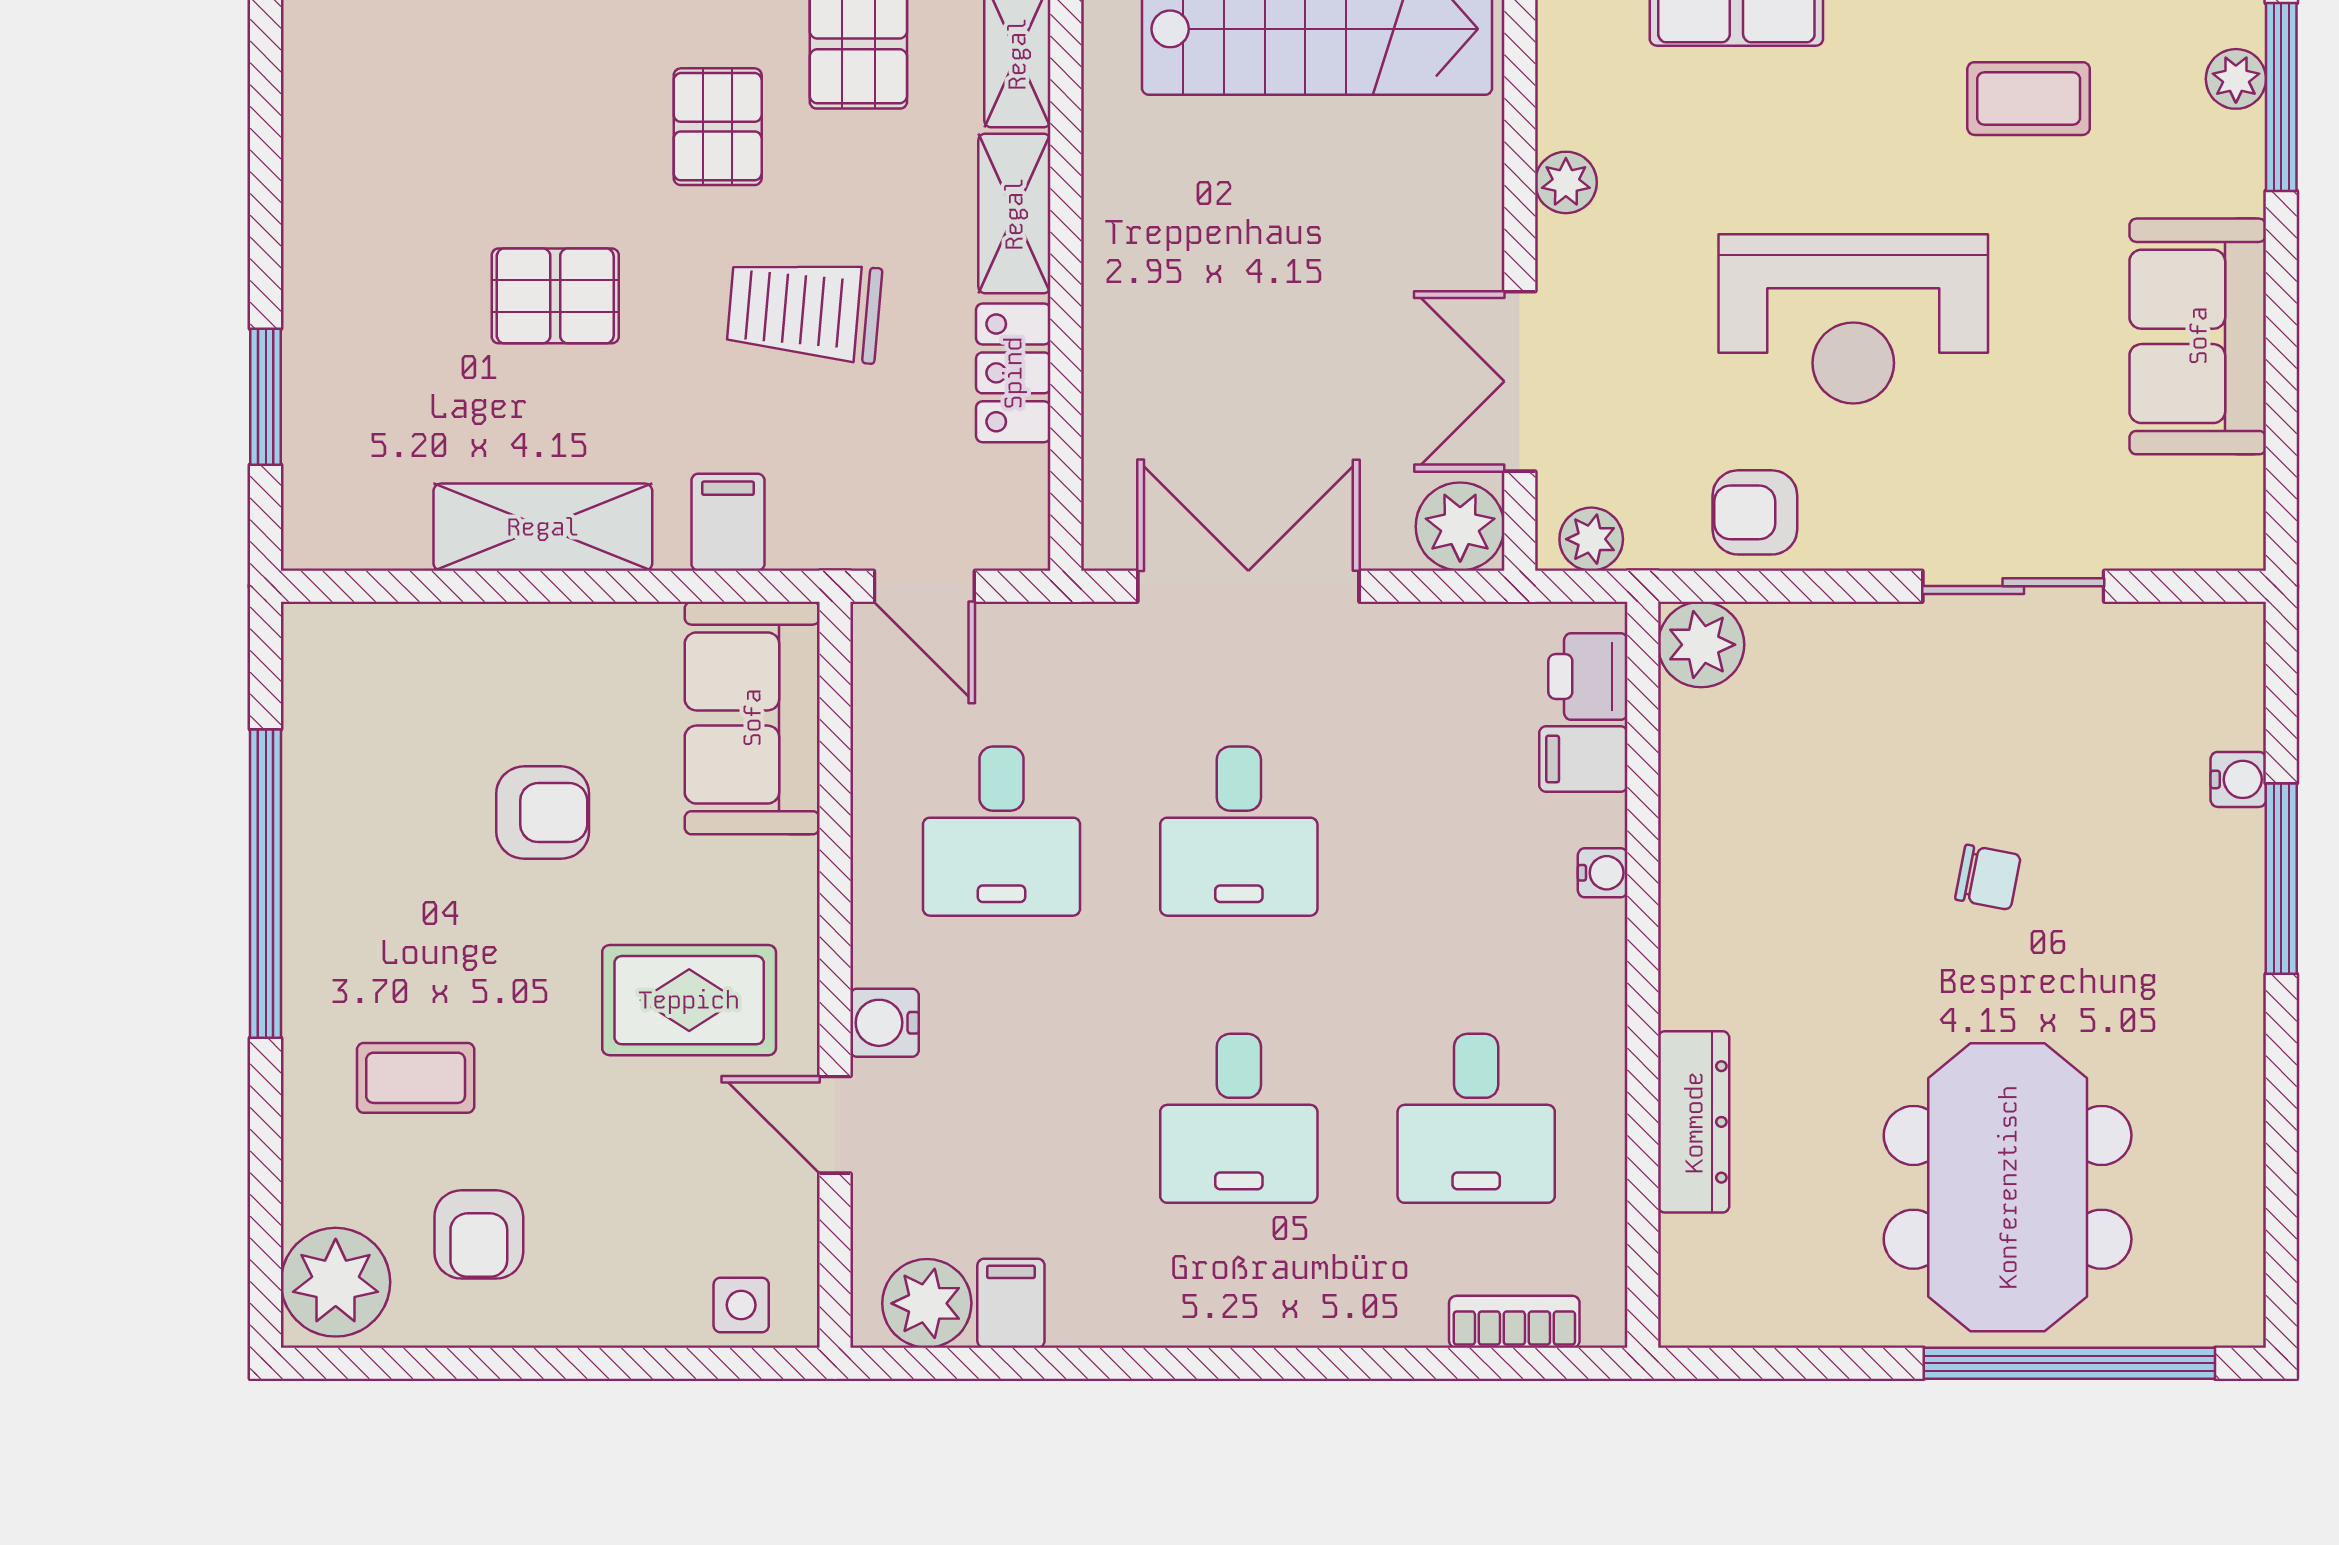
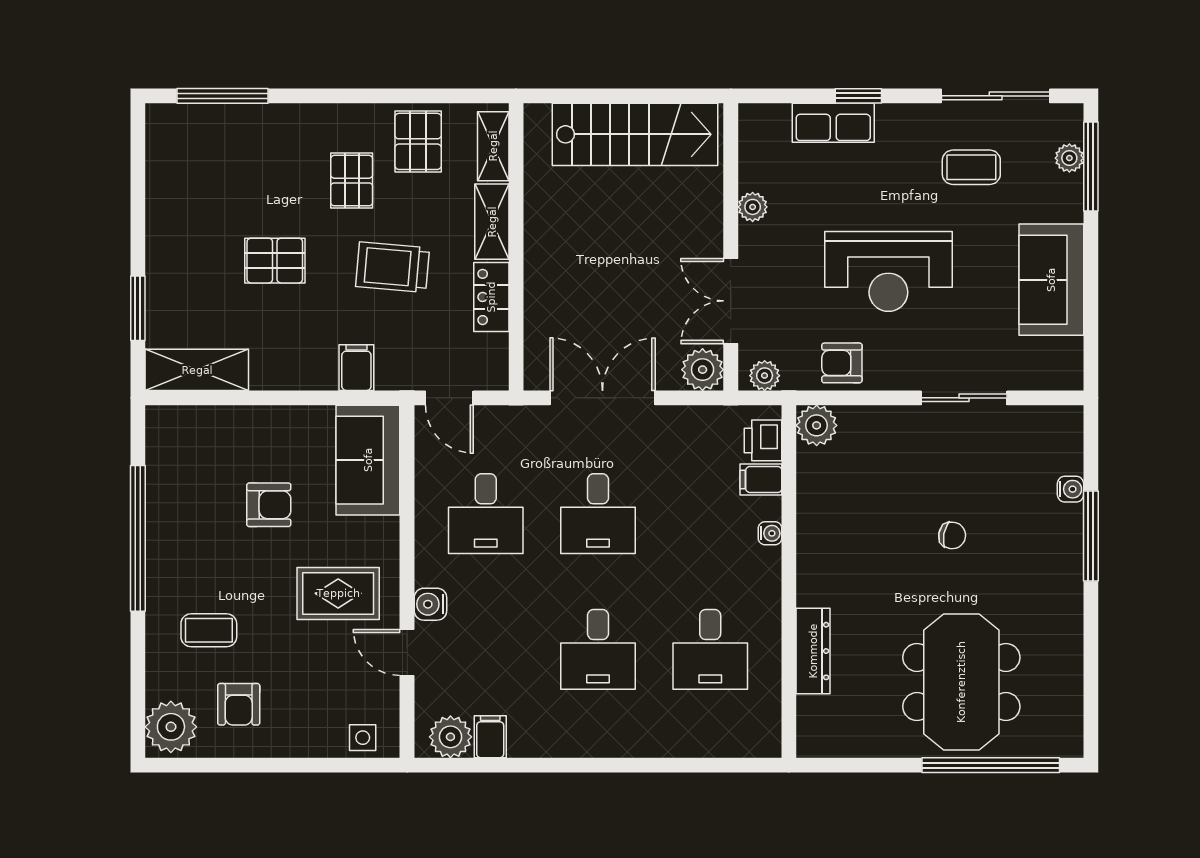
shelving: (543, 527) -> (197, 370), moved
bookcase: (1514, 1322) -> (728, 746), removed

